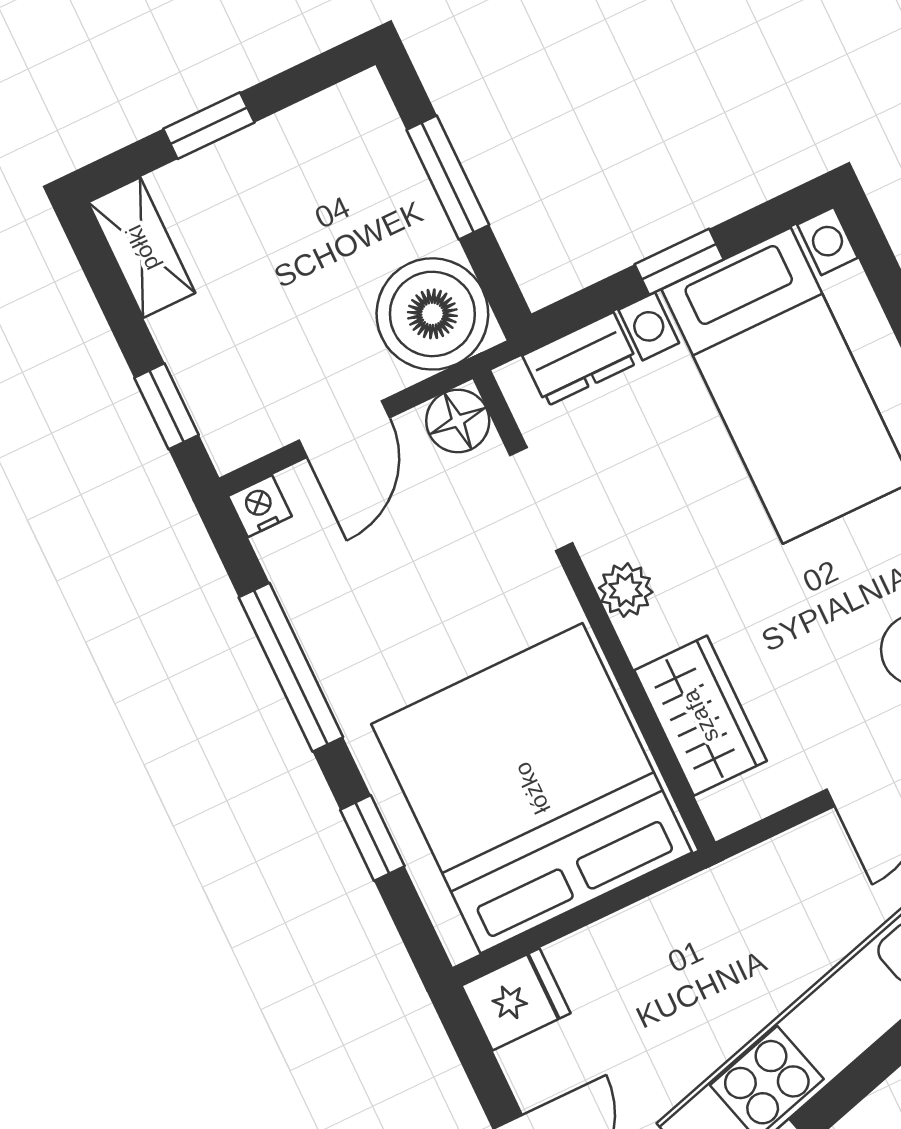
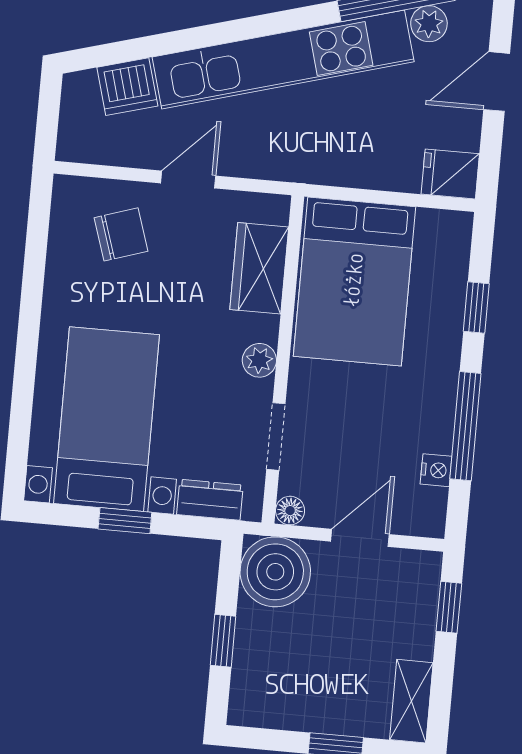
window: (448, 177) -> (223, 641), width x0.67
floor lamp: (458, 421) -> (290, 511), width x0.73, depth x0.73
nightstand: (260, 506) -> (436, 470), moved, turned -90
bed: (532, 788) -> (354, 281), width x0.73

